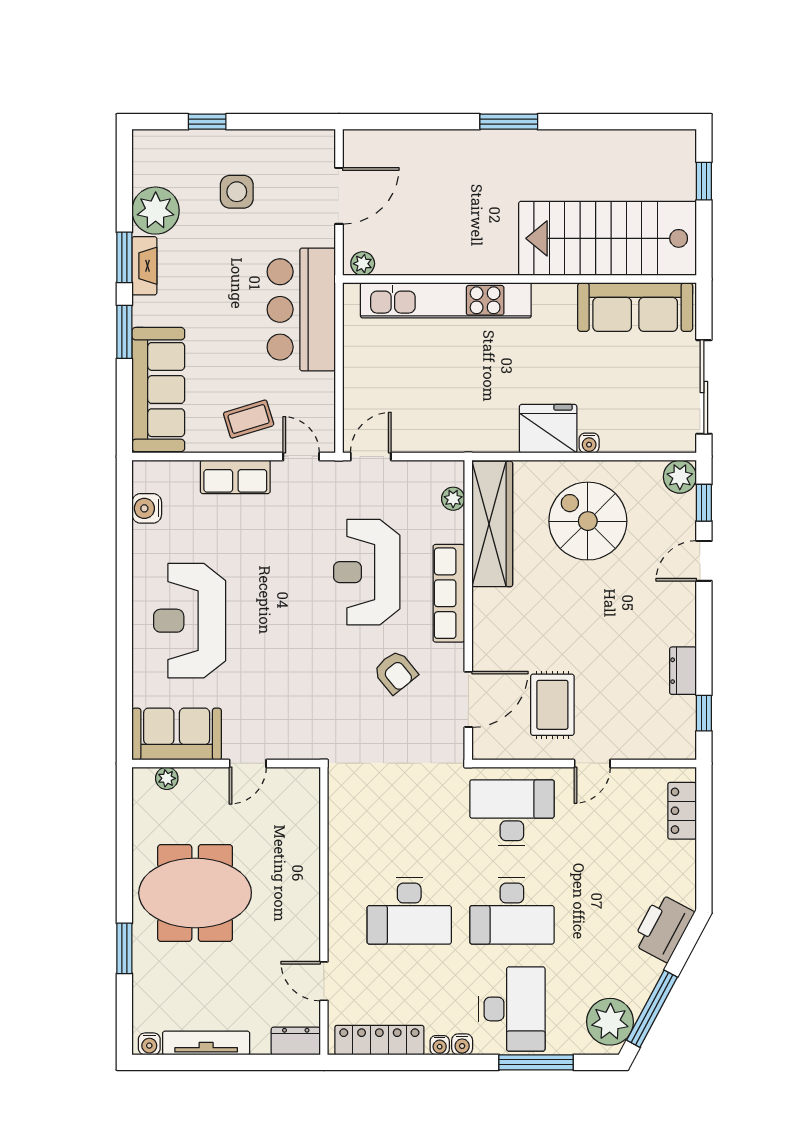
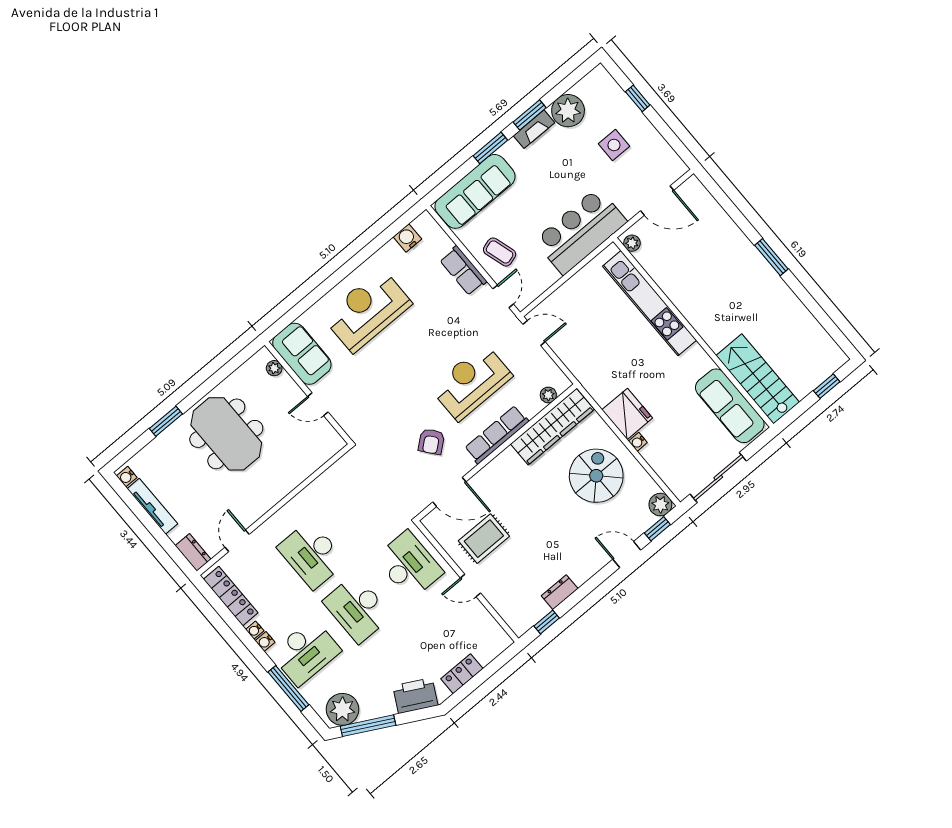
stairs: (607, 238) -> (758, 379), width x0.73, depth x0.66
locker: (682, 811) -> (462, 674), moved

